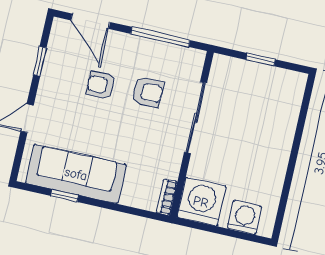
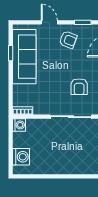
armchair: (101, 85) -> (68, 40), moved, turned 111
washing machine: (201, 202) -> (19, 125), width x0.53, depth x0.53

